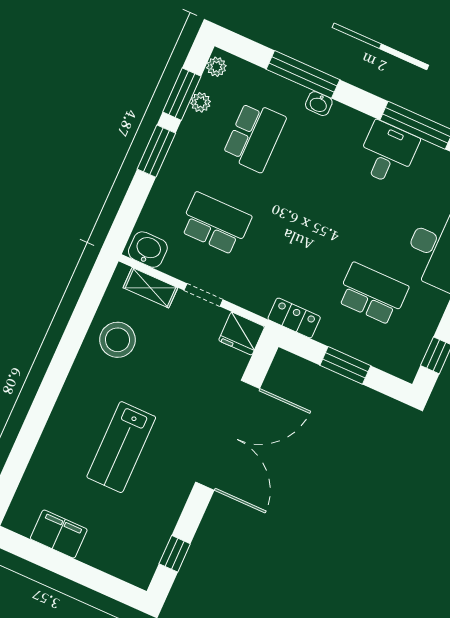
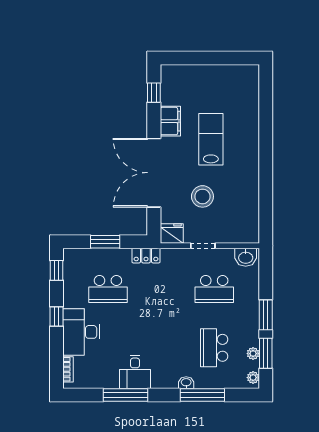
shelving: (150, 288) -> (235, 236), removed
stool: (117, 340) -> (202, 196), moved
filing cabinet: (59, 534) -> (170, 121), moved, turned -90

